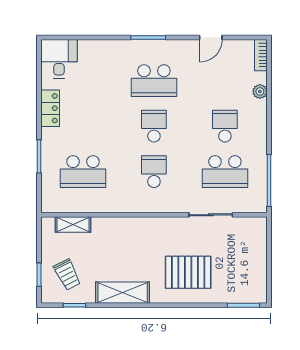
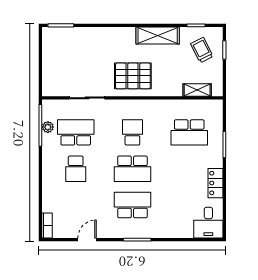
plant: (260, 91) -> (48, 127), moved
school desk: (154, 126) -> (132, 169), width x1.85
school desk: (83, 172) -> (189, 132), turned 180
school desk: (154, 172) -> (132, 132), turned 180
pallet: (188, 272) -> (133, 76), moved

